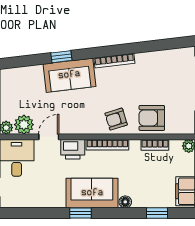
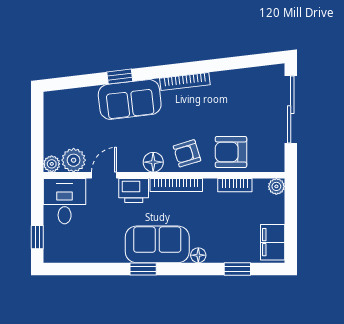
floor lamp: (89, 126) -> (153, 162), added

